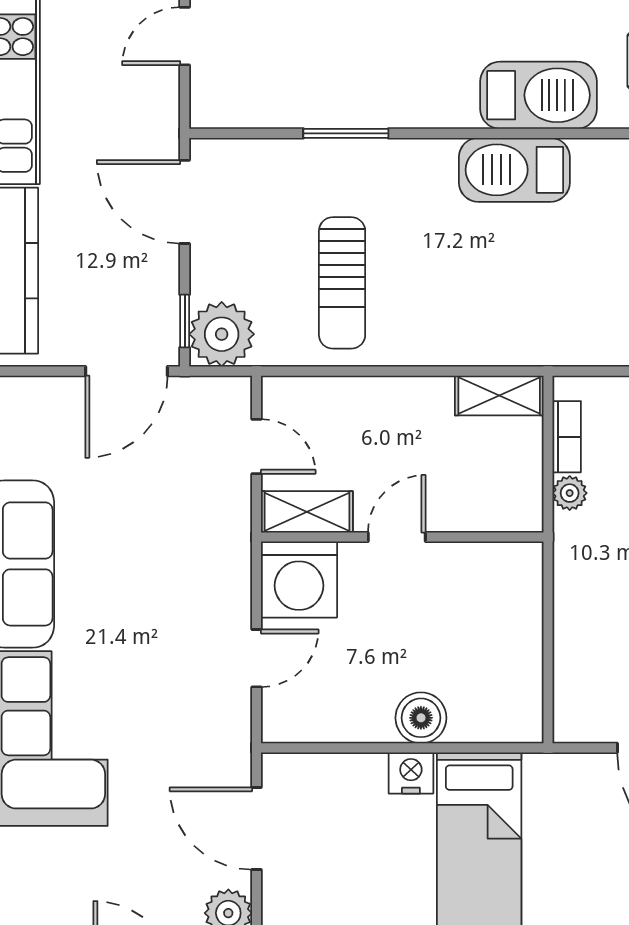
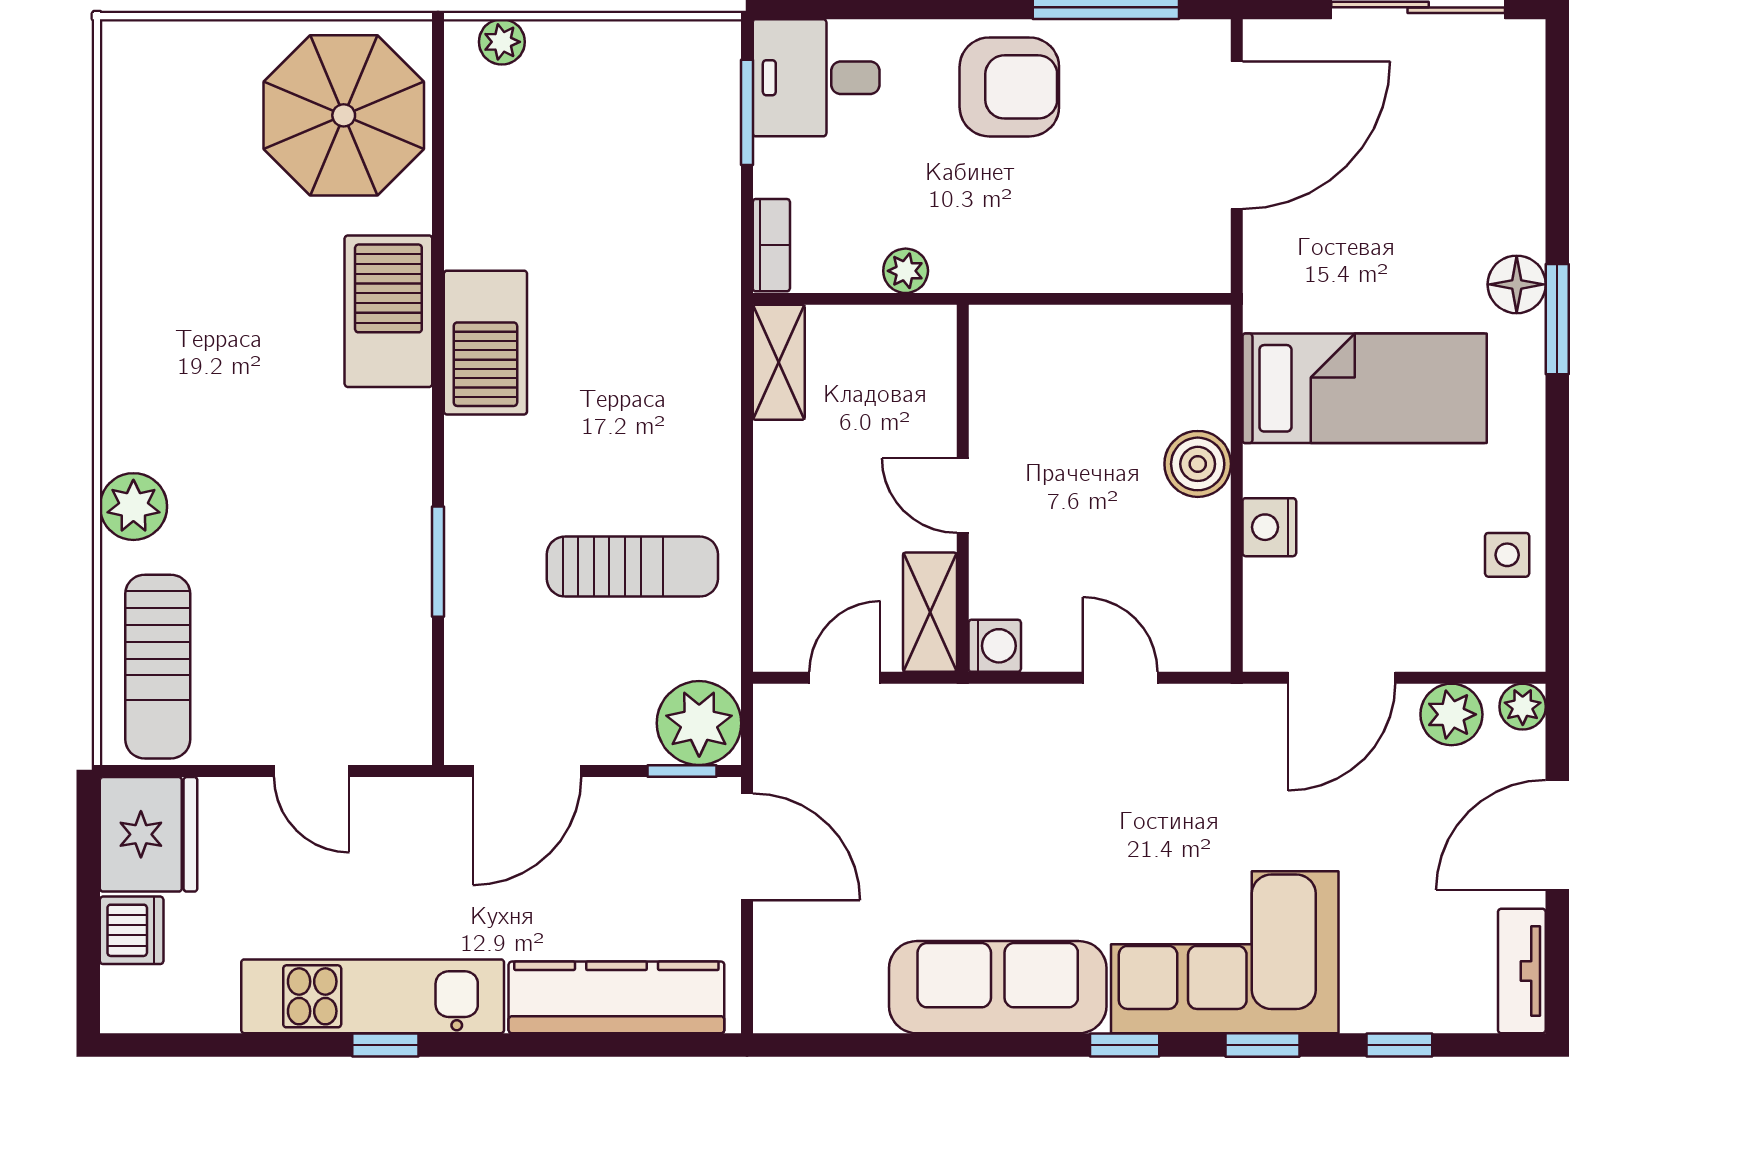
bookcase: (567, 437) -> (771, 245), moved, turned 90
washing machine: (299, 580) -> (995, 646), width x0.53, depth x0.53
nightstand: (411, 773) -> (1269, 527), moved

